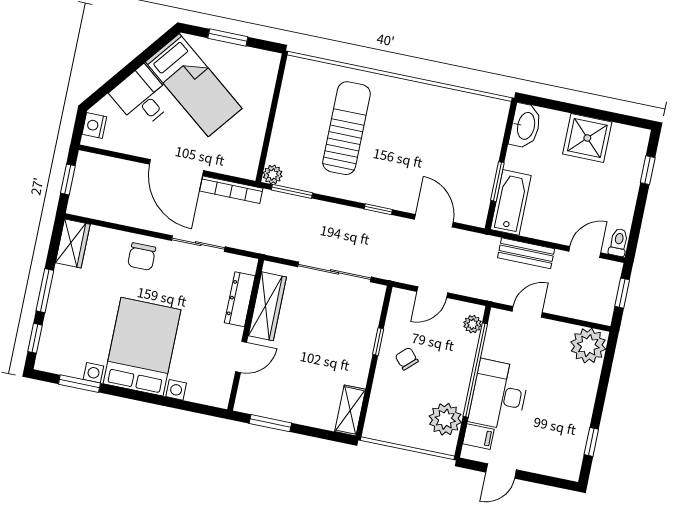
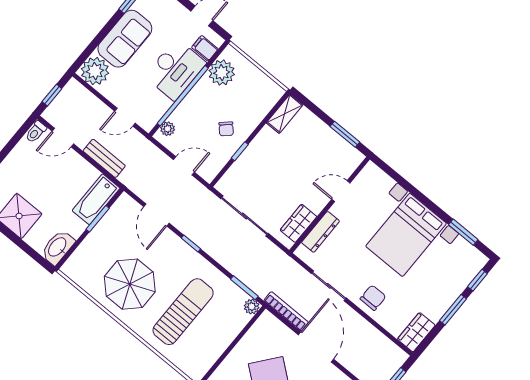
parasol: (423, 127) -> (130, 284), added
sun lounger: (346, 128) -> (183, 312), turned 180
wardrobe: (267, 306) -> (298, 223), width x0.67
sofa: (574, 400) -> (125, 39), added

